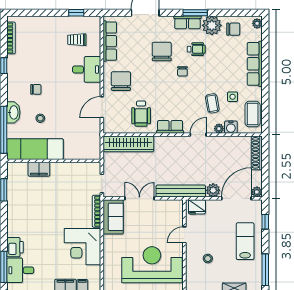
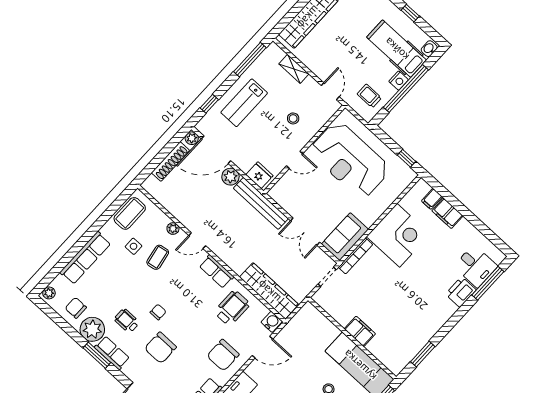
water cooler: (231, 127) -> (272, 322), moved
shoe rack: (257, 153) -> (170, 162), moved
filing cabinet: (39, 169) -> (360, 331), moved

